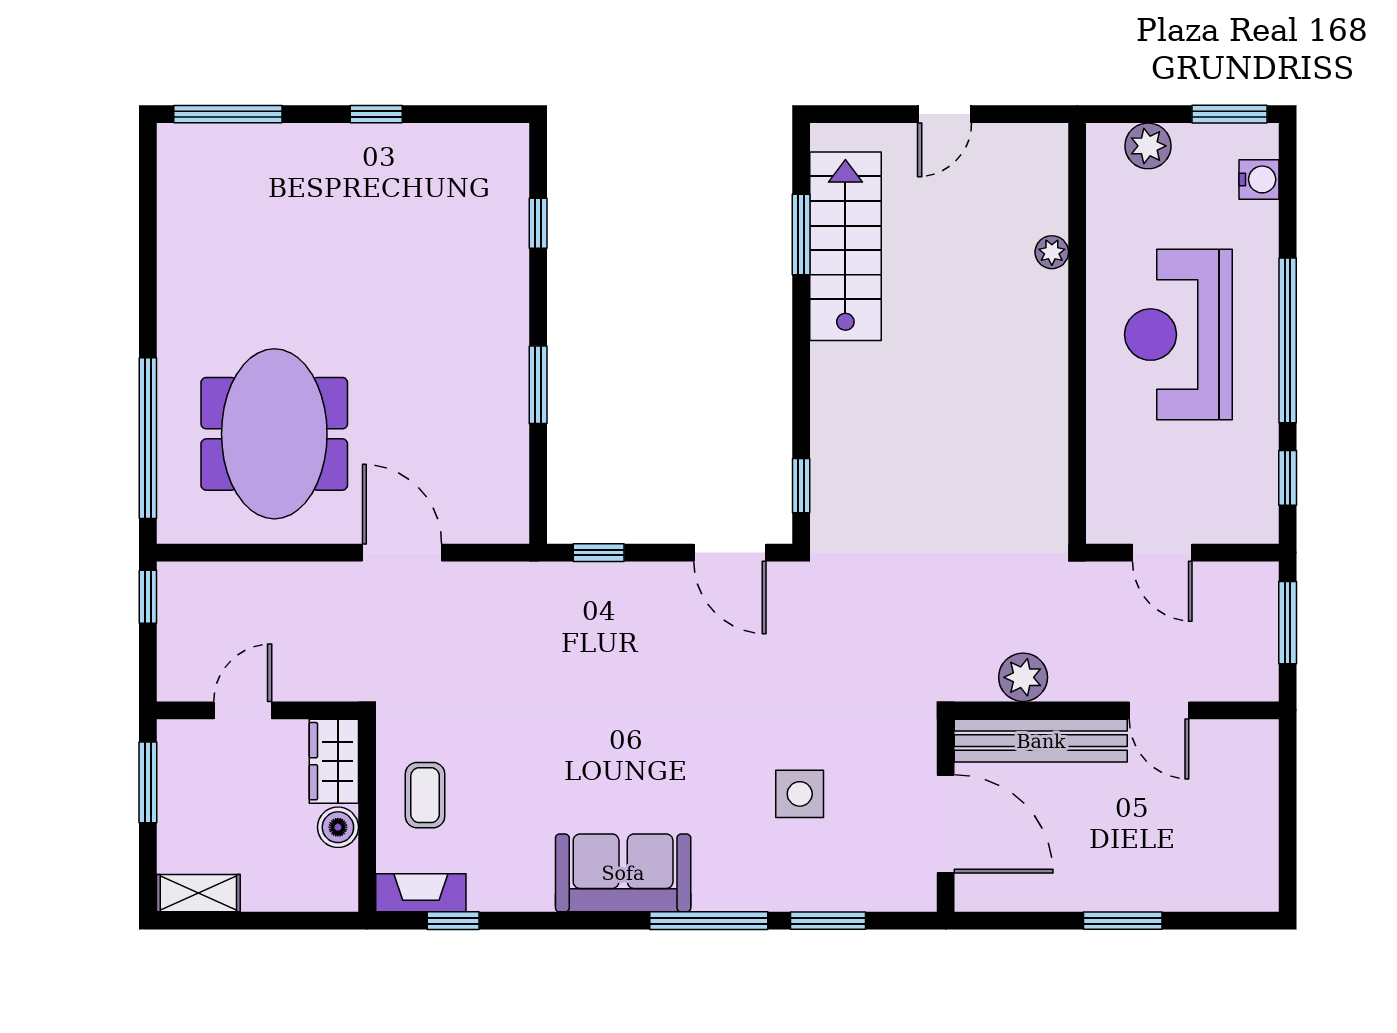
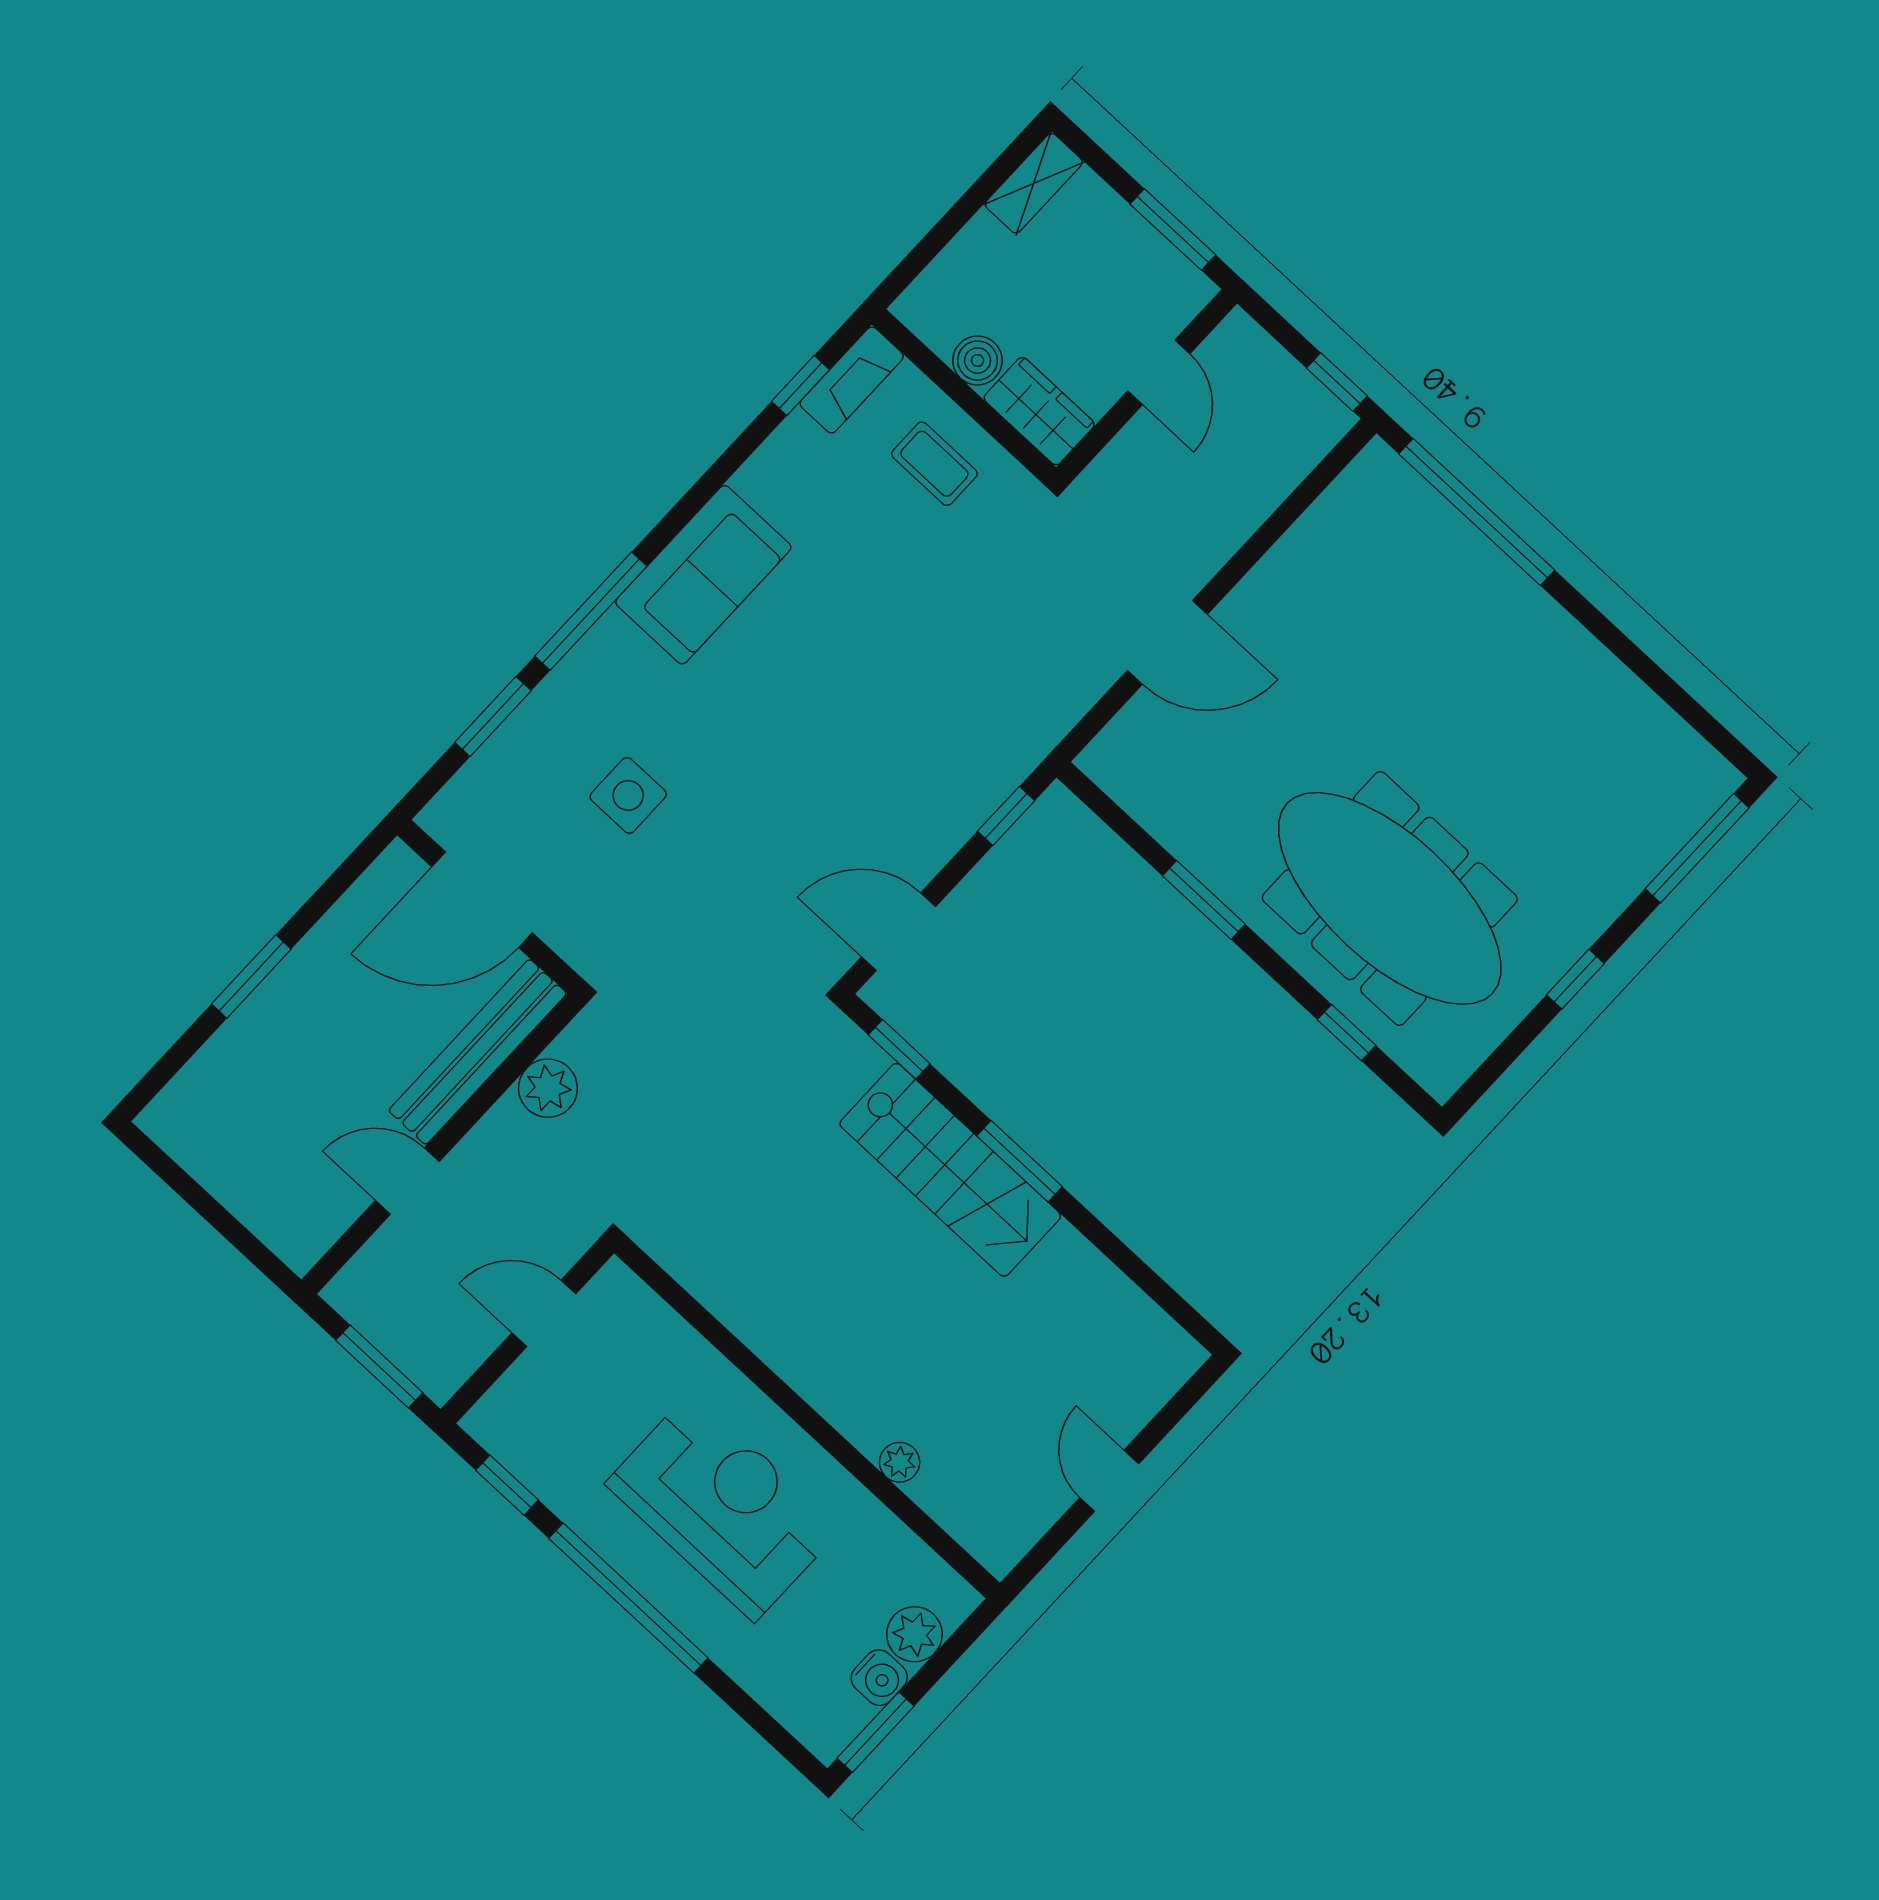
water cooler: (1259, 179) -> (879, 1678), moved, turned -90
window: (801, 234) -> (1020, 1161), moved
stairs: (845, 246) -> (950, 1170), moved
meeting table: (274, 434) -> (1390, 898), moved, width x1.36

